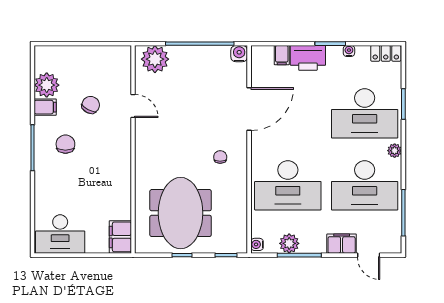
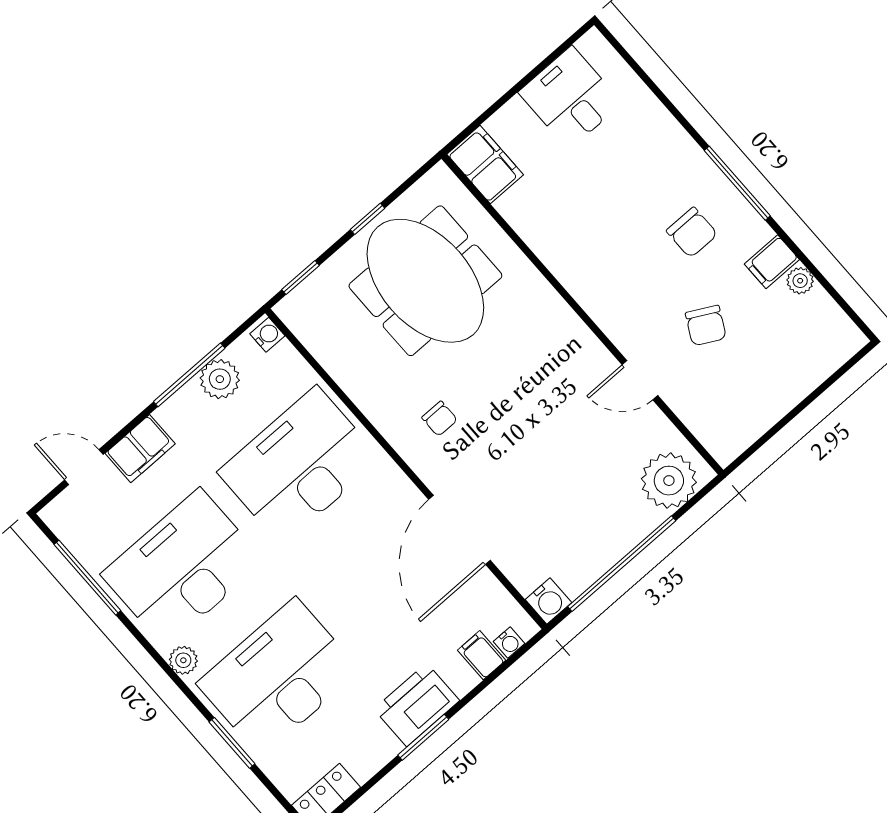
water cooler: (349, 51) -> (509, 643), moved
printer: (308, 58) -> (417, 705), moved
plant: (47, 85) -> (800, 281), width x0.53, depth x0.53
desk: (60, 234) -> (570, 98), width x0.73

